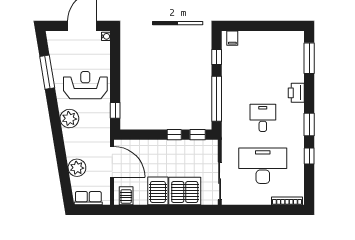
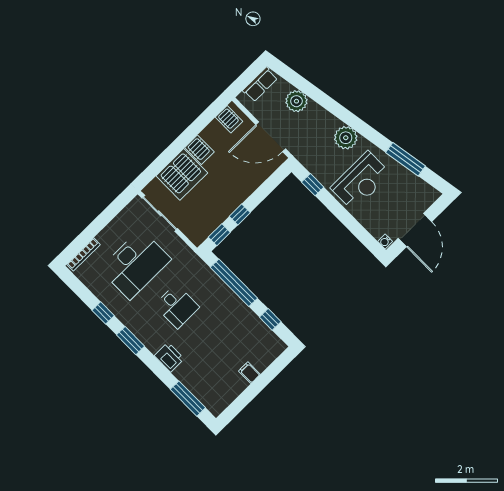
filing cabinet: (232, 38) -> (249, 373), moved
server rack: (158, 191) -> (199, 150), width x0.73, depth x0.70

